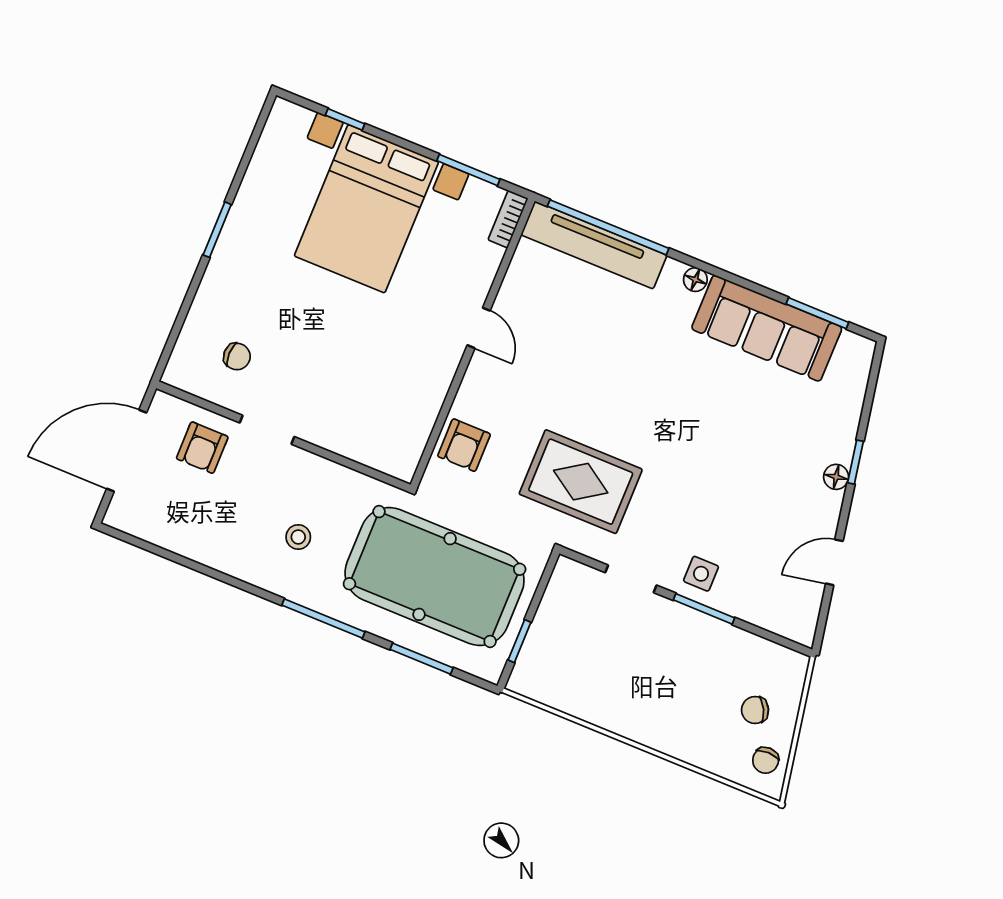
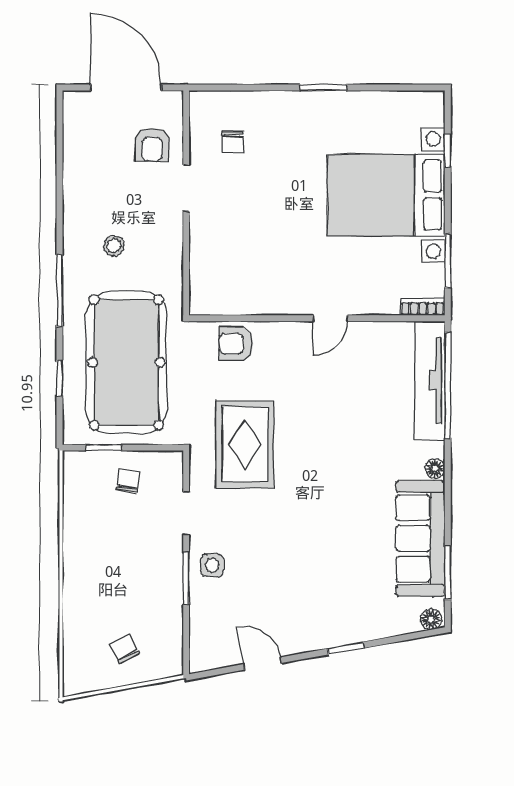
armchair: (202, 448) -> (152, 144), turned -90
floor lamp: (836, 477) -> (431, 619), moved
window: (422, 659) -> (60, 378), width x0.67
chair: (766, 760) -> (128, 481), moved, turned 97

